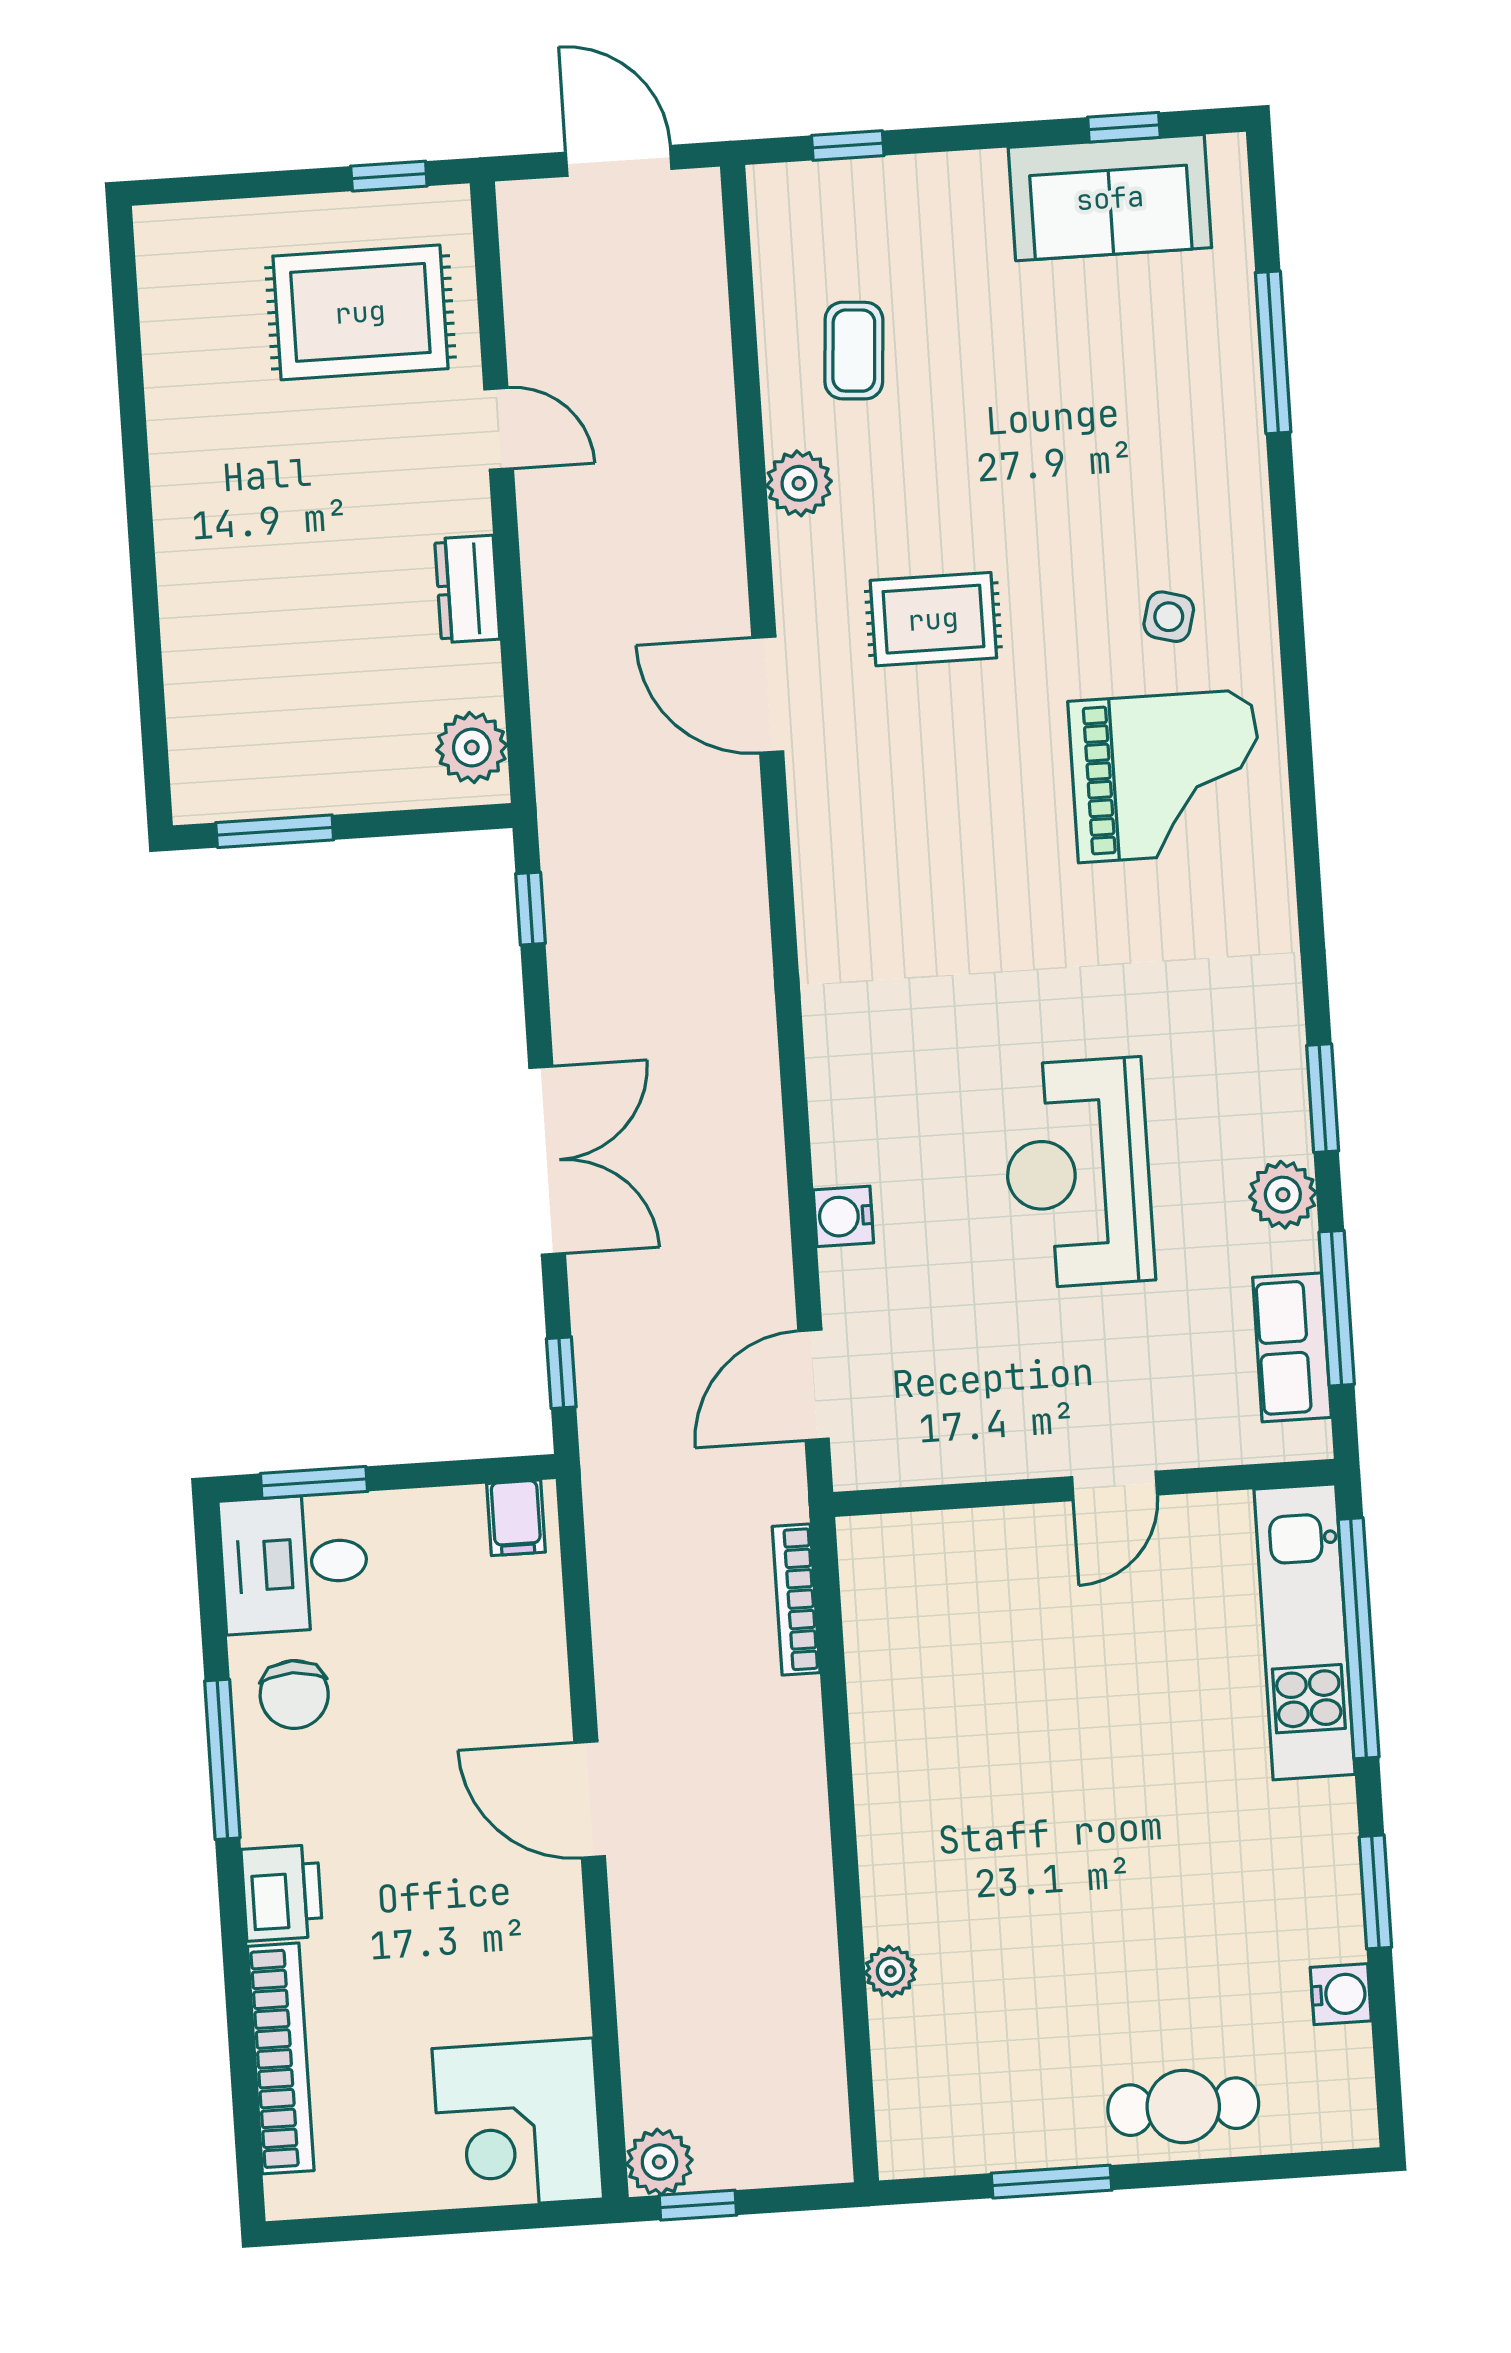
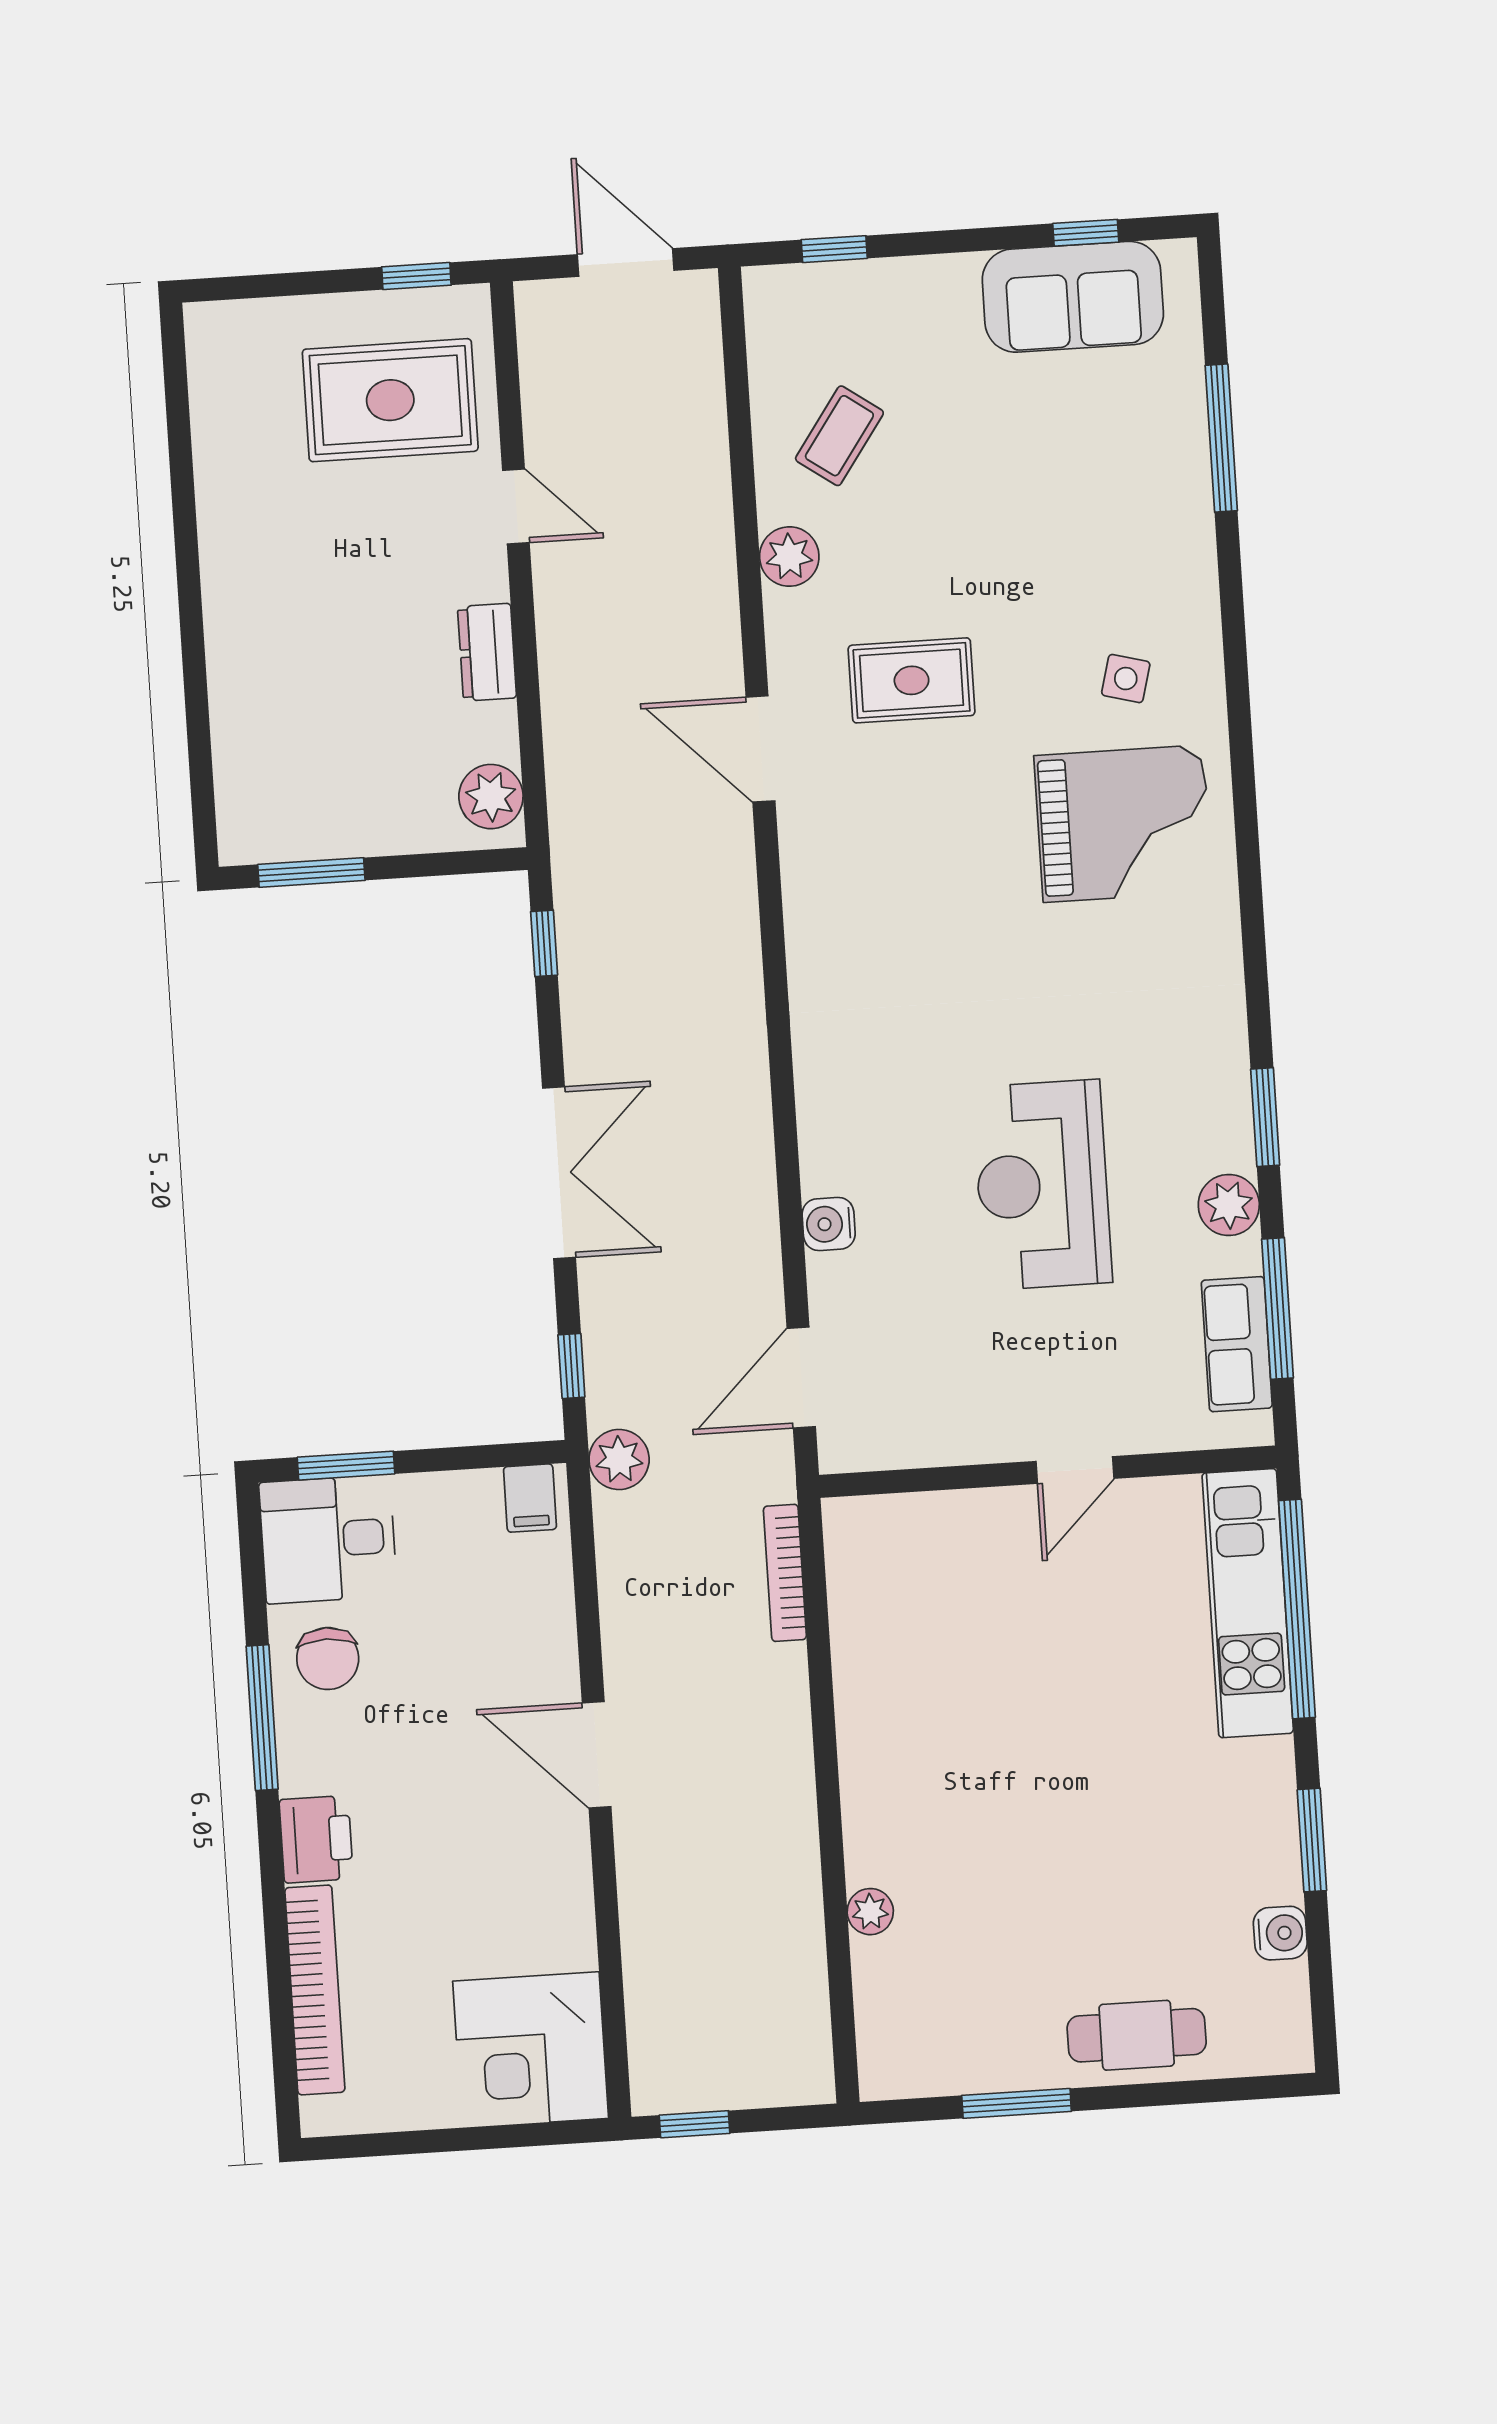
coffee table: (854, 351) -> (839, 436), turned 31
plant: (659, 2162) -> (619, 1459), moved

